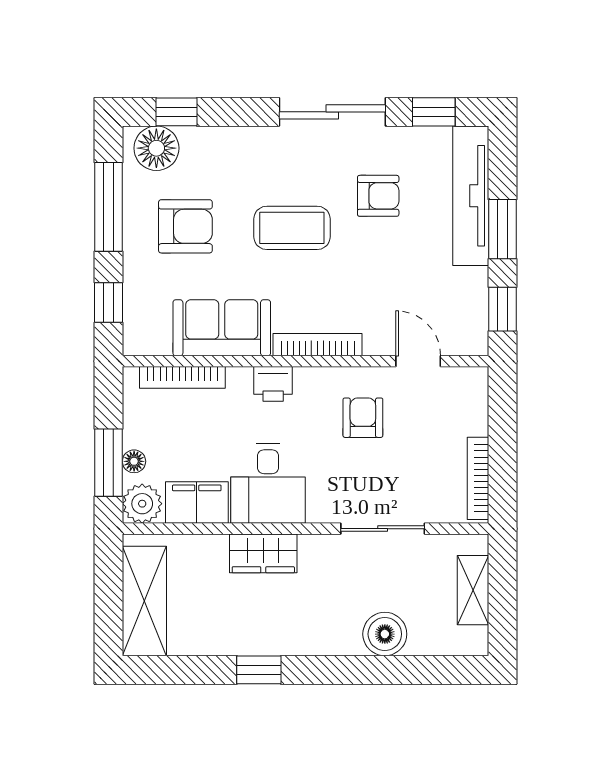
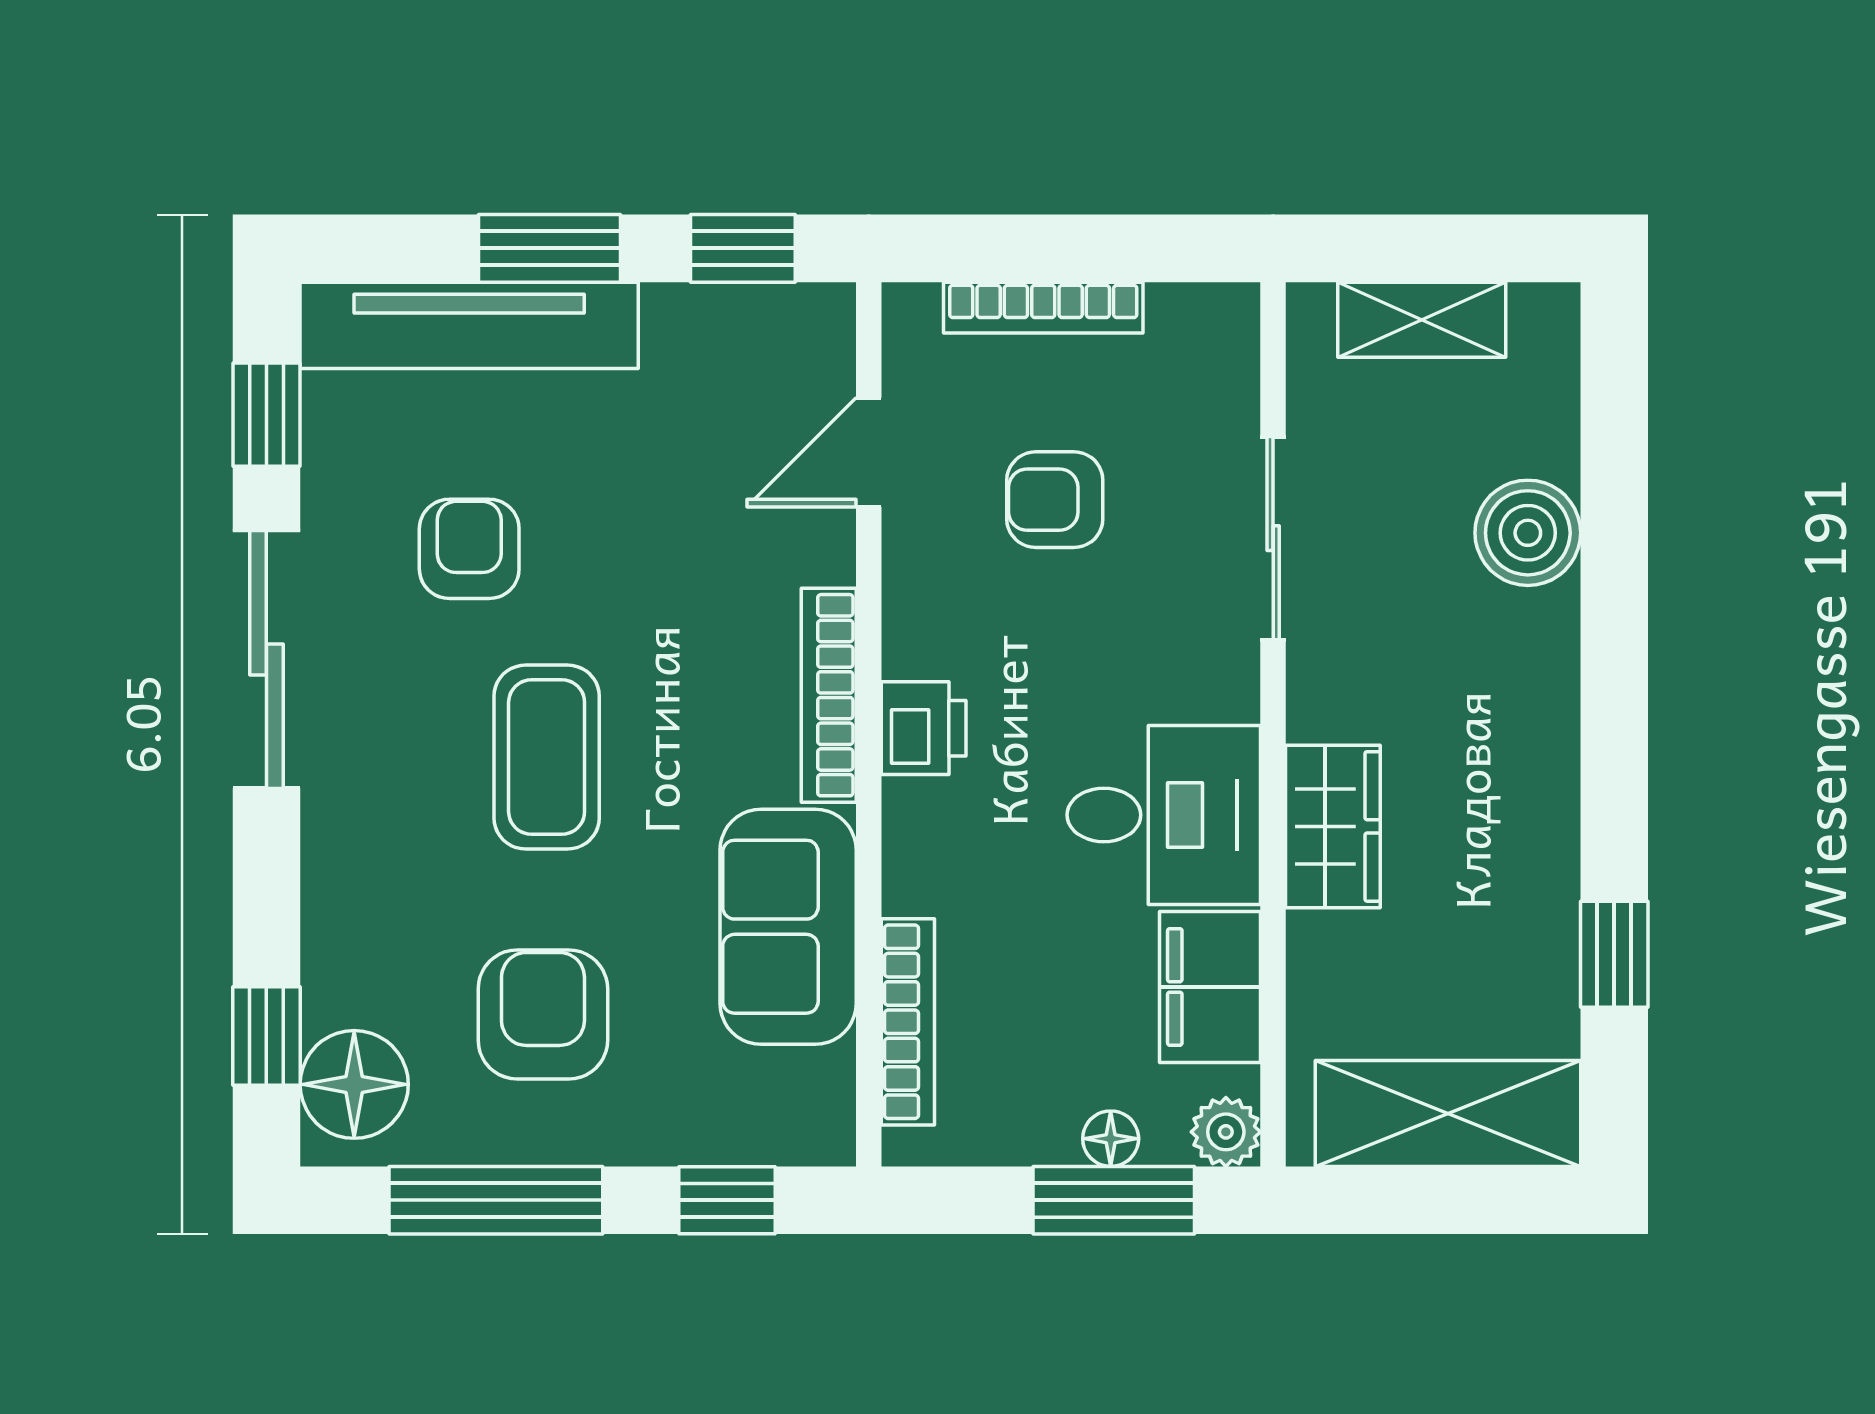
printer: (273, 384) -> (924, 728), moved
armchair: (363, 418) -> (1055, 500), moved
bookcase: (478, 478) -> (1043, 308), moved
plant: (142, 504) -> (1226, 1132), width x0.73, depth x0.73
window: (259, 670) -> (1614, 954), moved

